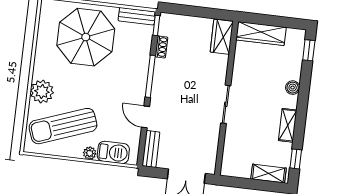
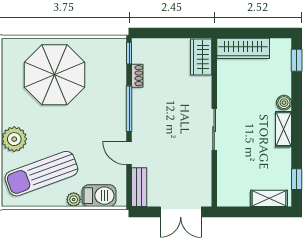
bench: (137, 16) -> (107, 46), removed
shelving: (288, 125) -> (283, 129), moved

